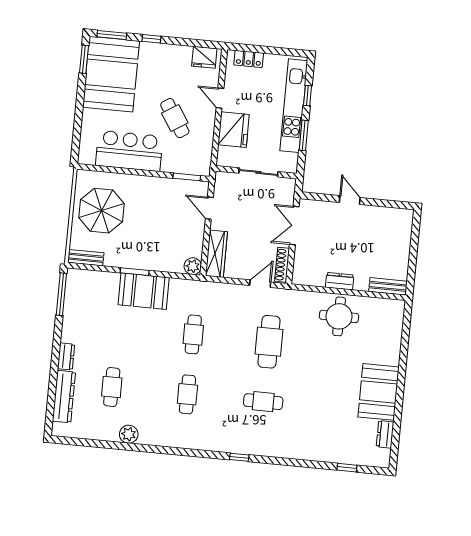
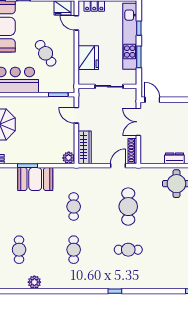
door: (220, 98) -> (76, 23), moved
door: (350, 200) -> (152, 100), moved

